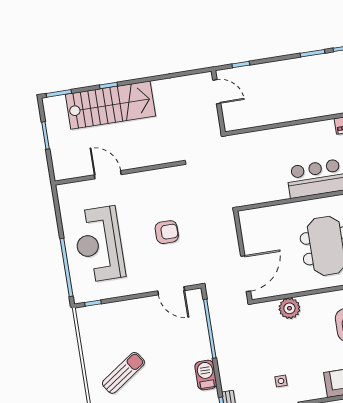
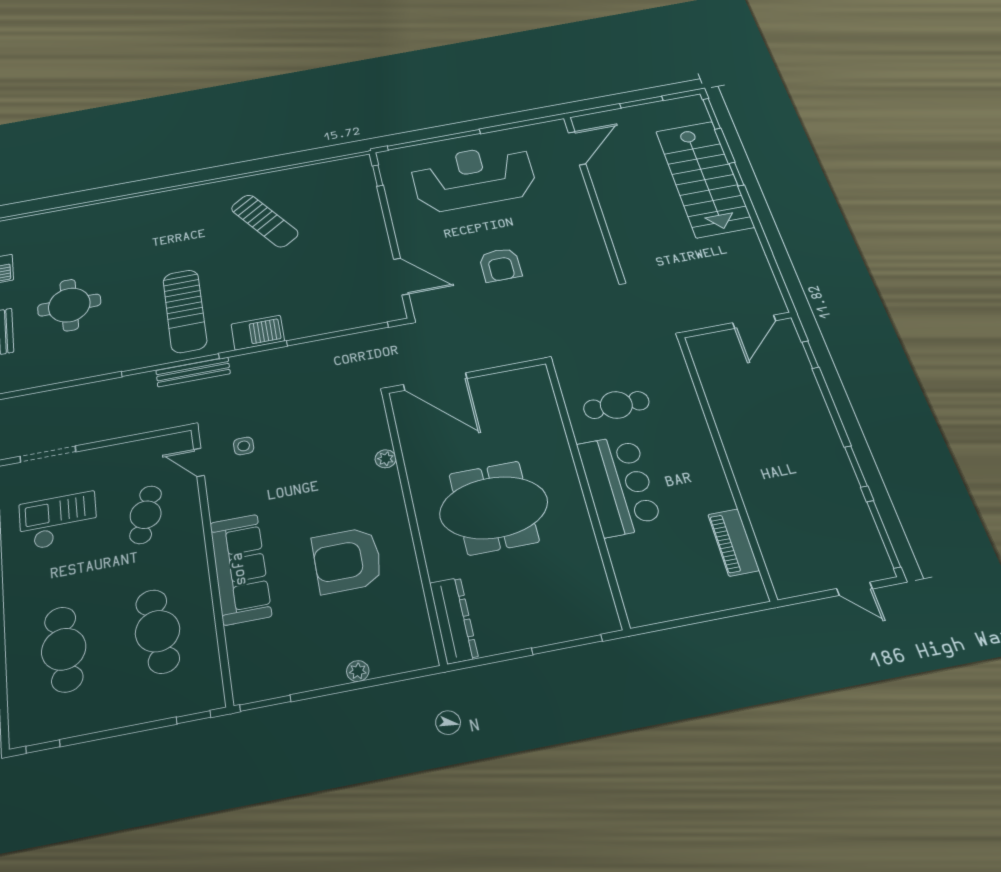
door: (108, 175) -> (577, 148), moved
cafe table: (267, 175) -> (616, 405), added
door: (171, 291) -> (401, 276), swing flipped
plant: (289, 308) -> (386, 459), width x0.53, depth x0.53

